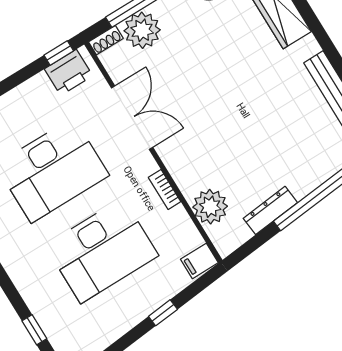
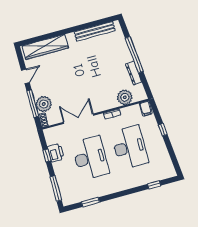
window: (59, 53) -> (47, 156), moved
printer: (69, 72) -> (56, 153), moved

